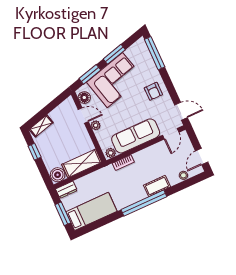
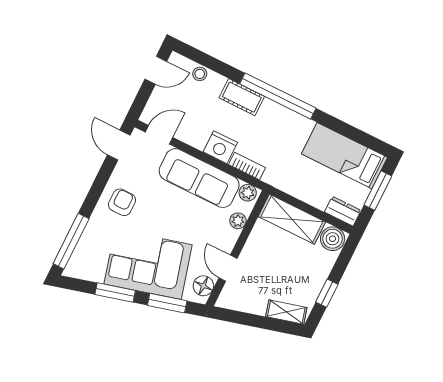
plant: (96, 125) -> (238, 221), moved
nightstand: (142, 157) -> (220, 147), added

